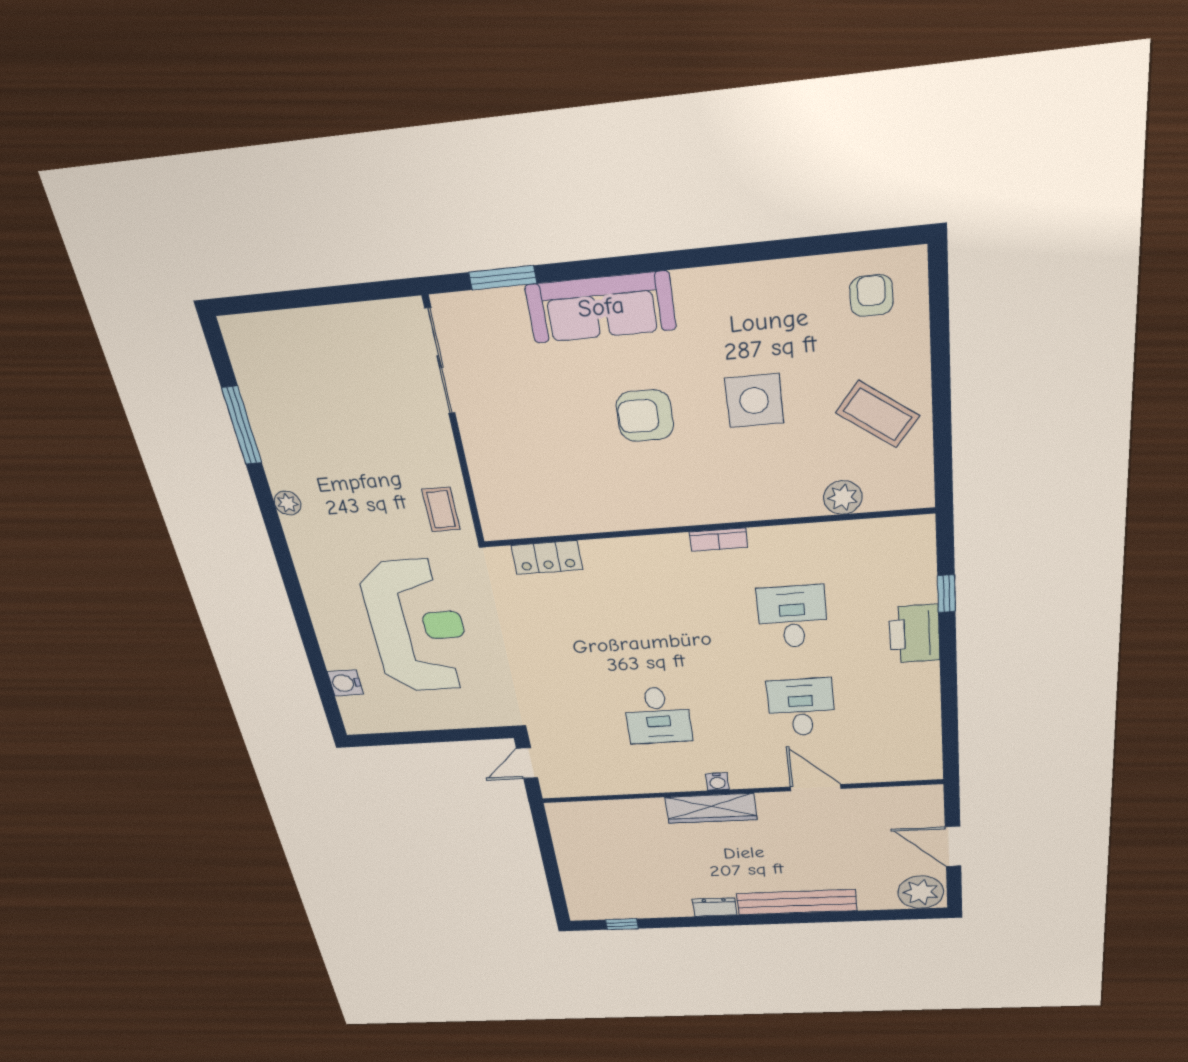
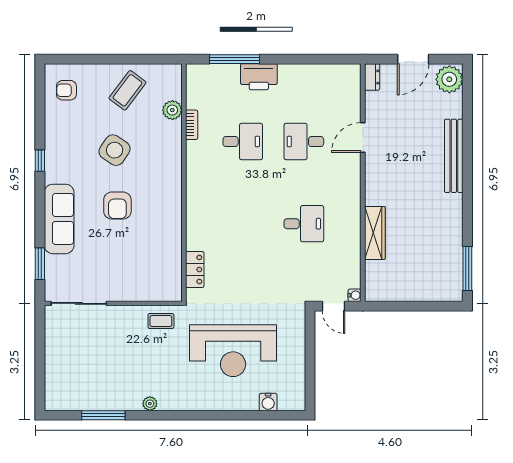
window: (717, 256) -> (40, 161), added
side table: (754, 401) -> (115, 150), turned 34
bookcase: (719, 540) -> (192, 125), moved
window: (946, 594) -> (235, 59), width x2.17
desk: (792, 617) -> (243, 141), turned 180
reception desk: (417, 627) -> (233, 351), turned 180
water cooler: (717, 782) -> (355, 295), moved
wardrobe: (711, 808) -> (375, 233), moved
dresser: (715, 907) -> (372, 77), moved, turned 180
window: (622, 924) -> (467, 269), width x2.17

